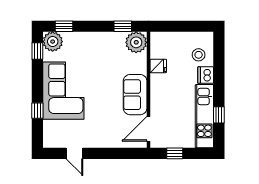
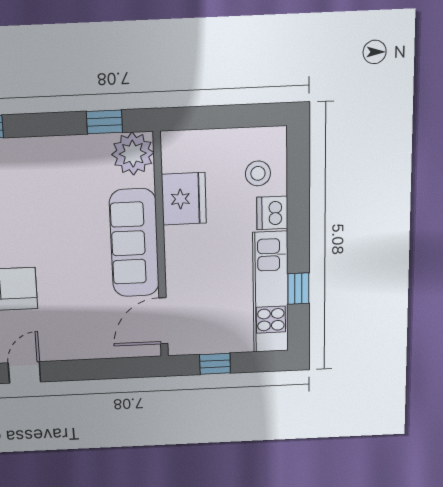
fridge: (158, 66) -> (184, 199), width x1.88, depth x1.34
sofa: (135, 95) -> (134, 243), width x1.36
door: (75, 153) -> (24, 372), swing flipped

